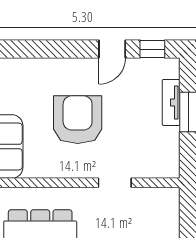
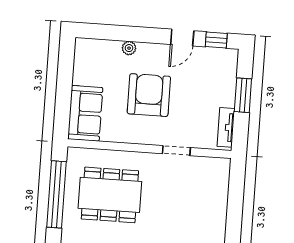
plant: (50, 66) -> (129, 48), added
tv unit: (171, 102) -> (226, 127), moved

